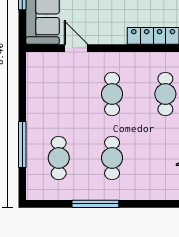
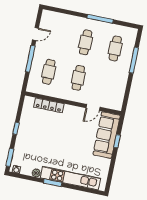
door: (76, 48) -> (93, 107), hinge flipped

